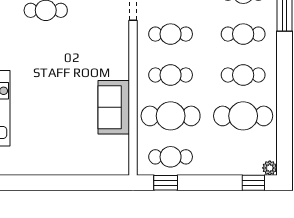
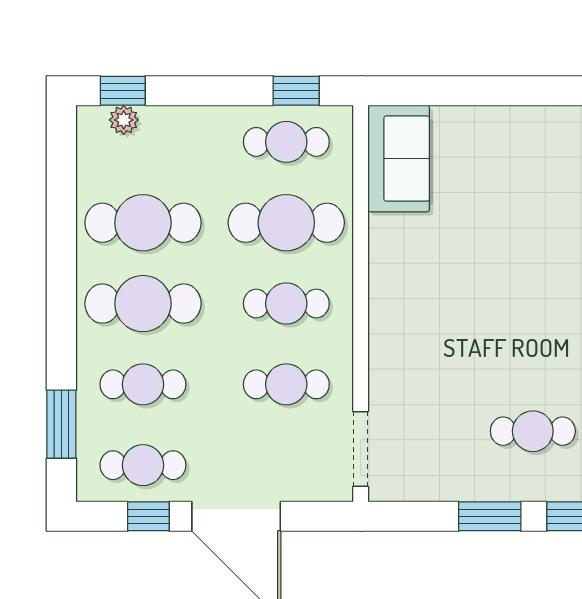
cafe table: (243, 75) -> (143, 304), width x1.37, depth x1.35
sofa: (114, 107) -> (399, 158), moved
plant: (270, 168) -> (124, 120), moved

